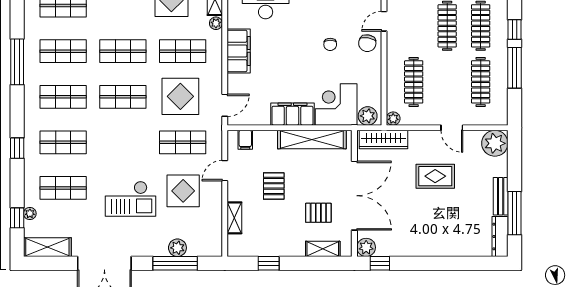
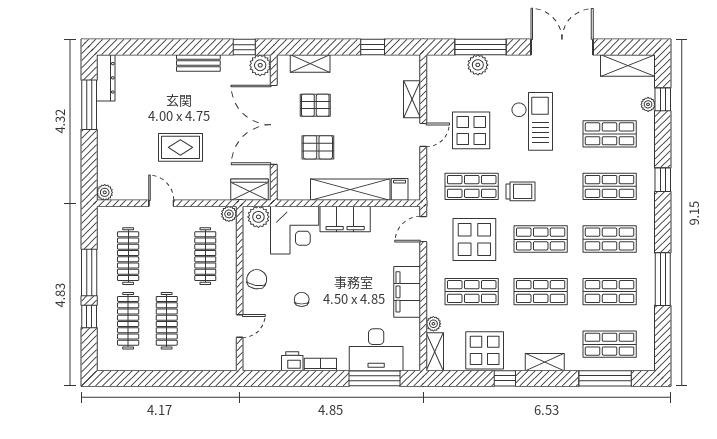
chair: (367, 43) -> (257, 279), moved
trolley: (140, 138) -> (521, 191), added
shelving: (312, 140) -> (350, 190), moved
wardrobe: (383, 140) -> (249, 190), width x0.67
plant: (495, 143) -> (105, 192), width x0.53, depth x0.53
door: (225, 171) -> (423, 135), moved
pallet: (274, 186) -> (318, 147), moved, turned 90
bench: (501, 196) -> (198, 63), moved, turned 90
checkout: (130, 199) -> (532, 121), turned 90

